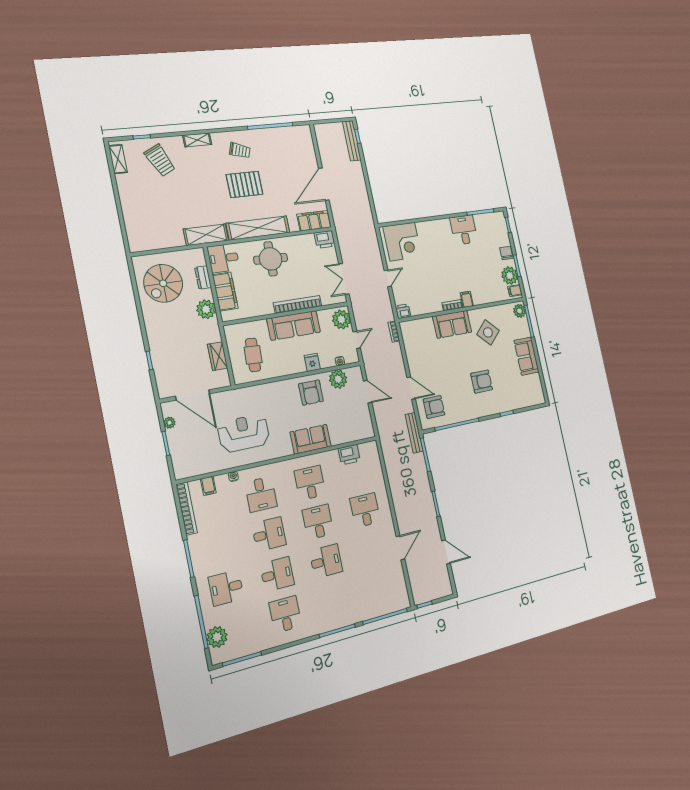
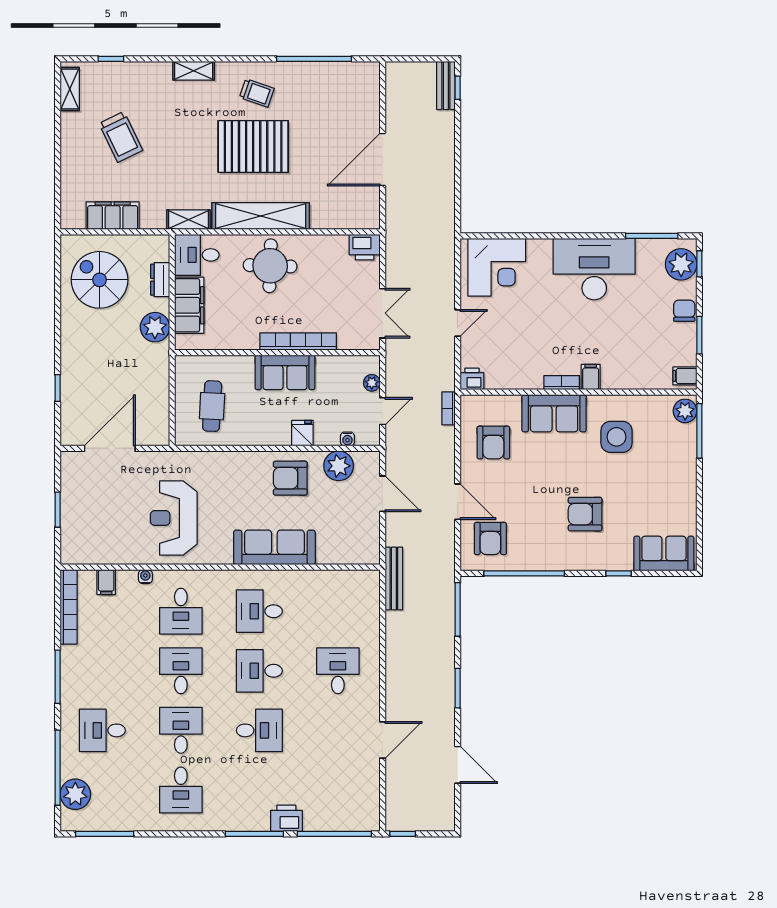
bench: (352, 141) -> (446, 86), width x0.73
trolley: (160, 160) -> (121, 137), moved
pallet: (244, 184) -> (253, 146), width x1.37, depth x1.41
filing cabinet: (314, 221) -> (113, 216), moved
desk: (464, 230) -> (594, 269), width x1.87, depth x1.30
shelving: (206, 235) -> (188, 220), width x0.67, depth x0.75
plant: (510, 276) -> (681, 264), moved
double door: (344, 279) -> (383, 313), swing flipped
spiral stairs: (163, 283) -> (100, 280), turned 90
plant: (341, 319) -> (372, 383), width x0.53, depth x0.53
sofa: (294, 325) -> (285, 372), width x0.73
side table: (488, 332) -> (616, 437), turned 45
armchair: (423, 348) -> (493, 443), added
wardrobe: (218, 356) -> (158, 399), removed
sofa: (527, 356) -> (664, 554), moved, turned 90
armchair: (482, 382) -> (585, 514), turned 180
armchair: (311, 393) -> (290, 478), turned 90
door: (193, 395) -> (110, 448), swing flipped
armchair: (434, 407) -> (490, 539), turned 90
plant: (169, 423) -> (69, 482), removed
reception desk: (244, 433) -> (174, 518), turned -90
bench: (414, 433) -> (394, 578), moved
sofa: (311, 439) -> (274, 547), width x1.36
printer: (349, 455) -> (286, 818), moved, turned 180
desk: (310, 483) -> (259, 611), turned -90
desk: (318, 522) -> (259, 671), turned -90
desk: (269, 534) -> (181, 671), turned -90
desk: (277, 574) -> (181, 730), turned -90
desk: (285, 614) -> (181, 790), turned 180

